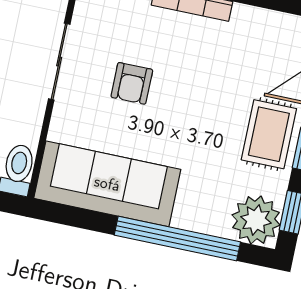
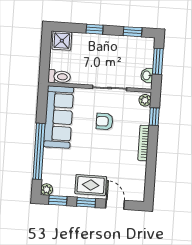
plant: (256, 220) -> (47, 190), width x0.53, depth x0.53

